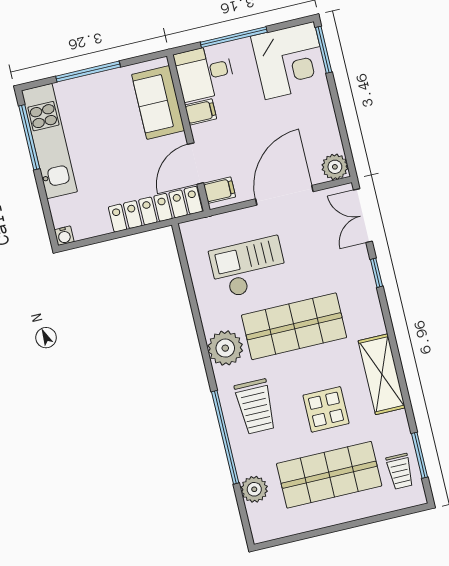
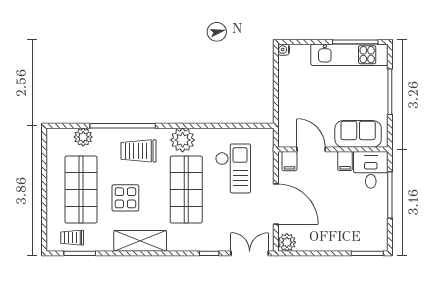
corner desk: (290, 61) -> (365, 229), removed
locker: (155, 209) -> (287, 115), removed

